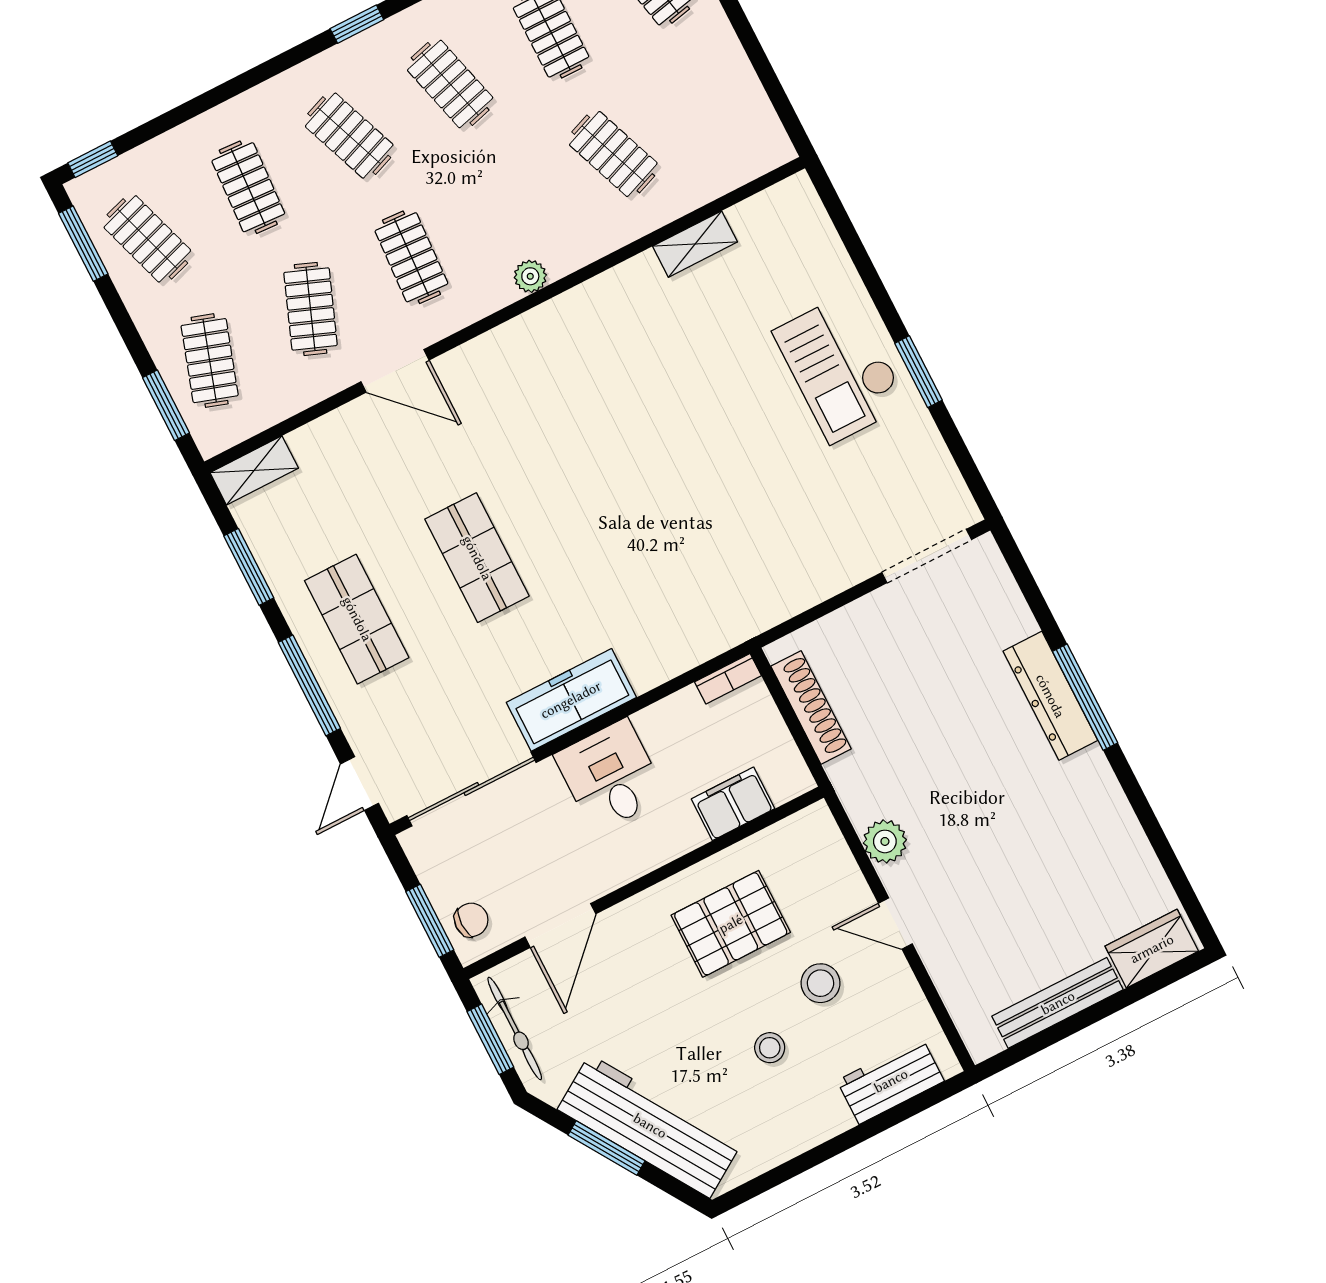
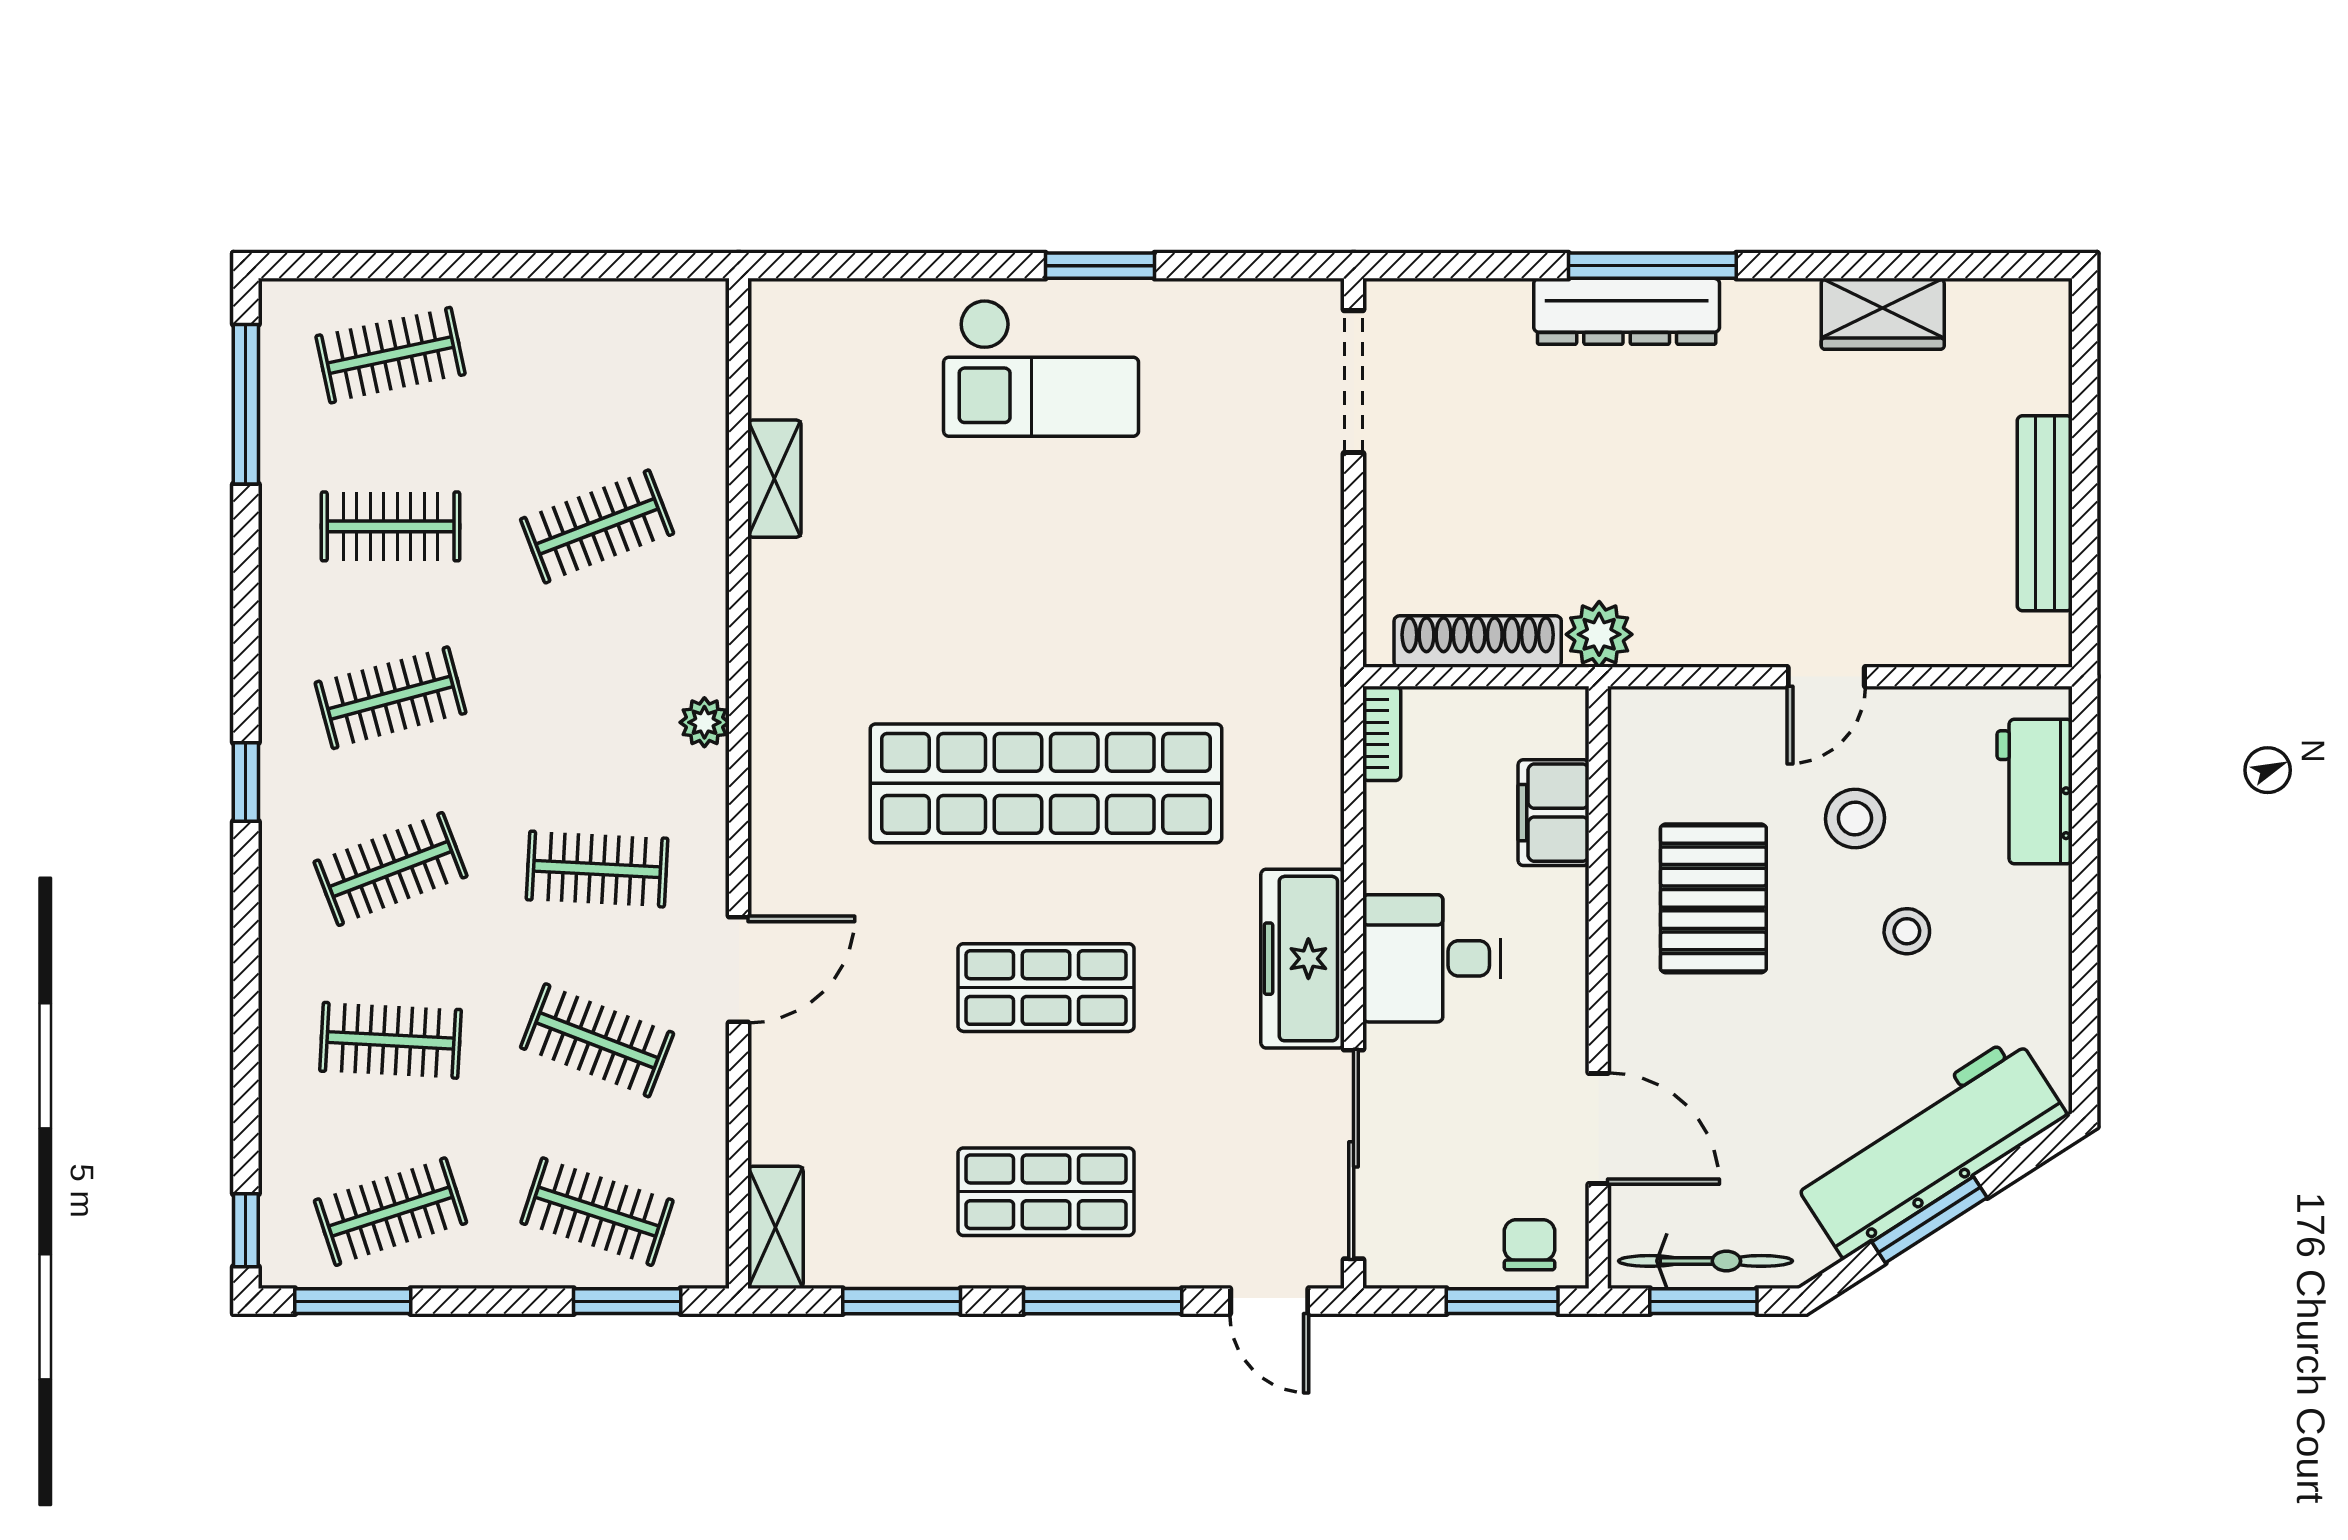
shop shelf: (597, 496) -> (1046, 783), added
plant: (885, 841) -> (1599, 634), moved
wardrobe: (1152, 949) -> (1883, 314), moved, turned -90

